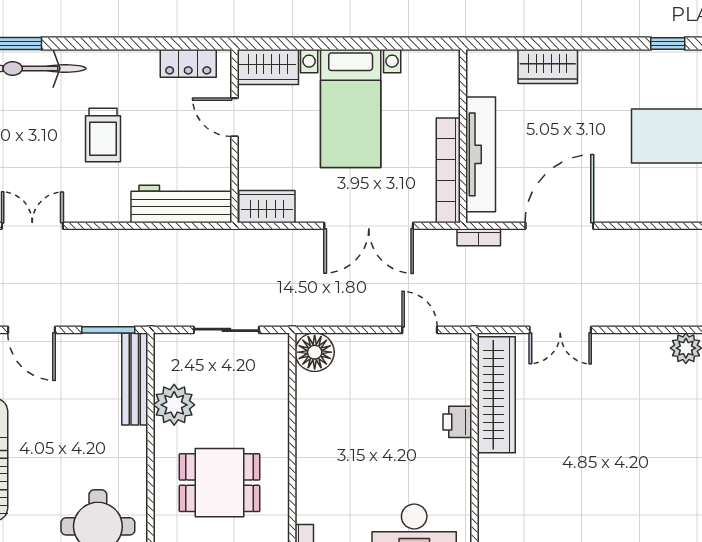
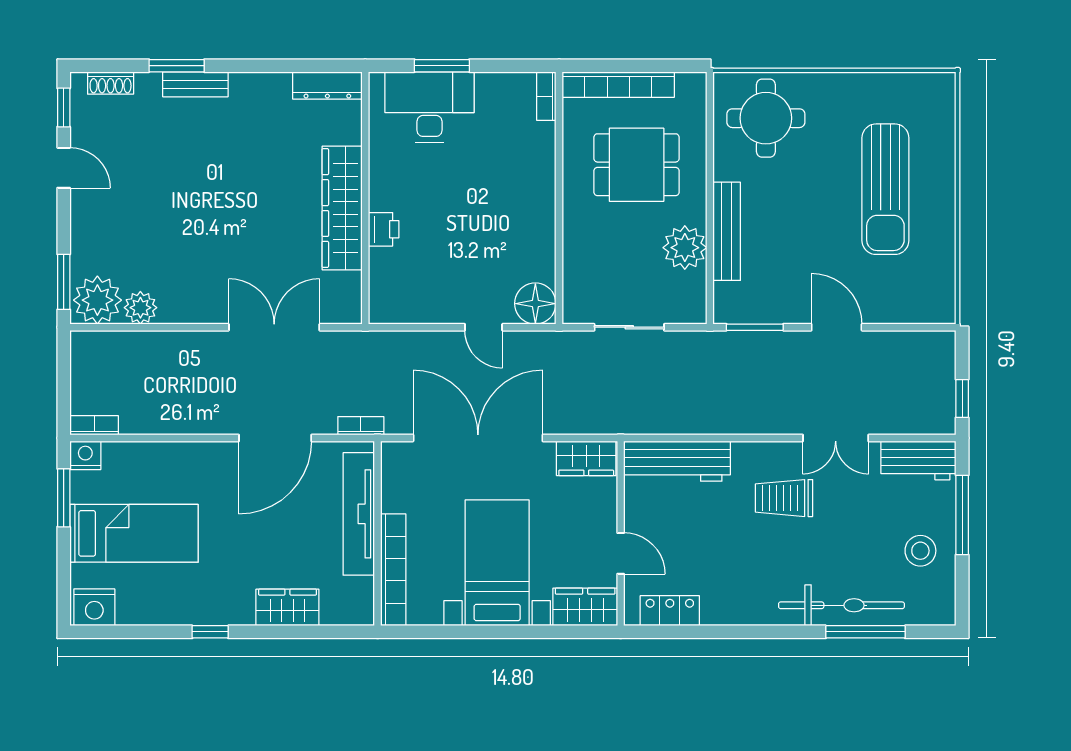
window: (668, 43) -> (210, 632), moved
trolley: (103, 135) -> (784, 498), moved, turned -90
bookcase: (448, 170) -> (393, 570), moved
double door: (369, 226) -> (478, 438), width x1.36
door: (420, 330) -> (484, 327), moved
double door: (560, 330) -> (274, 327), width x1.37
bench: (135, 379) -> (727, 231), moved
wardrobe: (496, 395) -> (342, 208), moved

